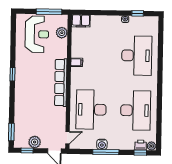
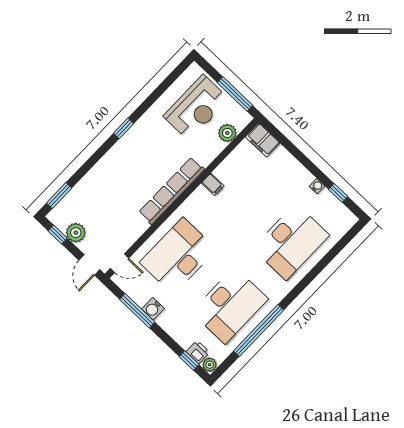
window: (159, 110) -> (259, 331), added
window: (106, 152) -> (137, 311), moved

